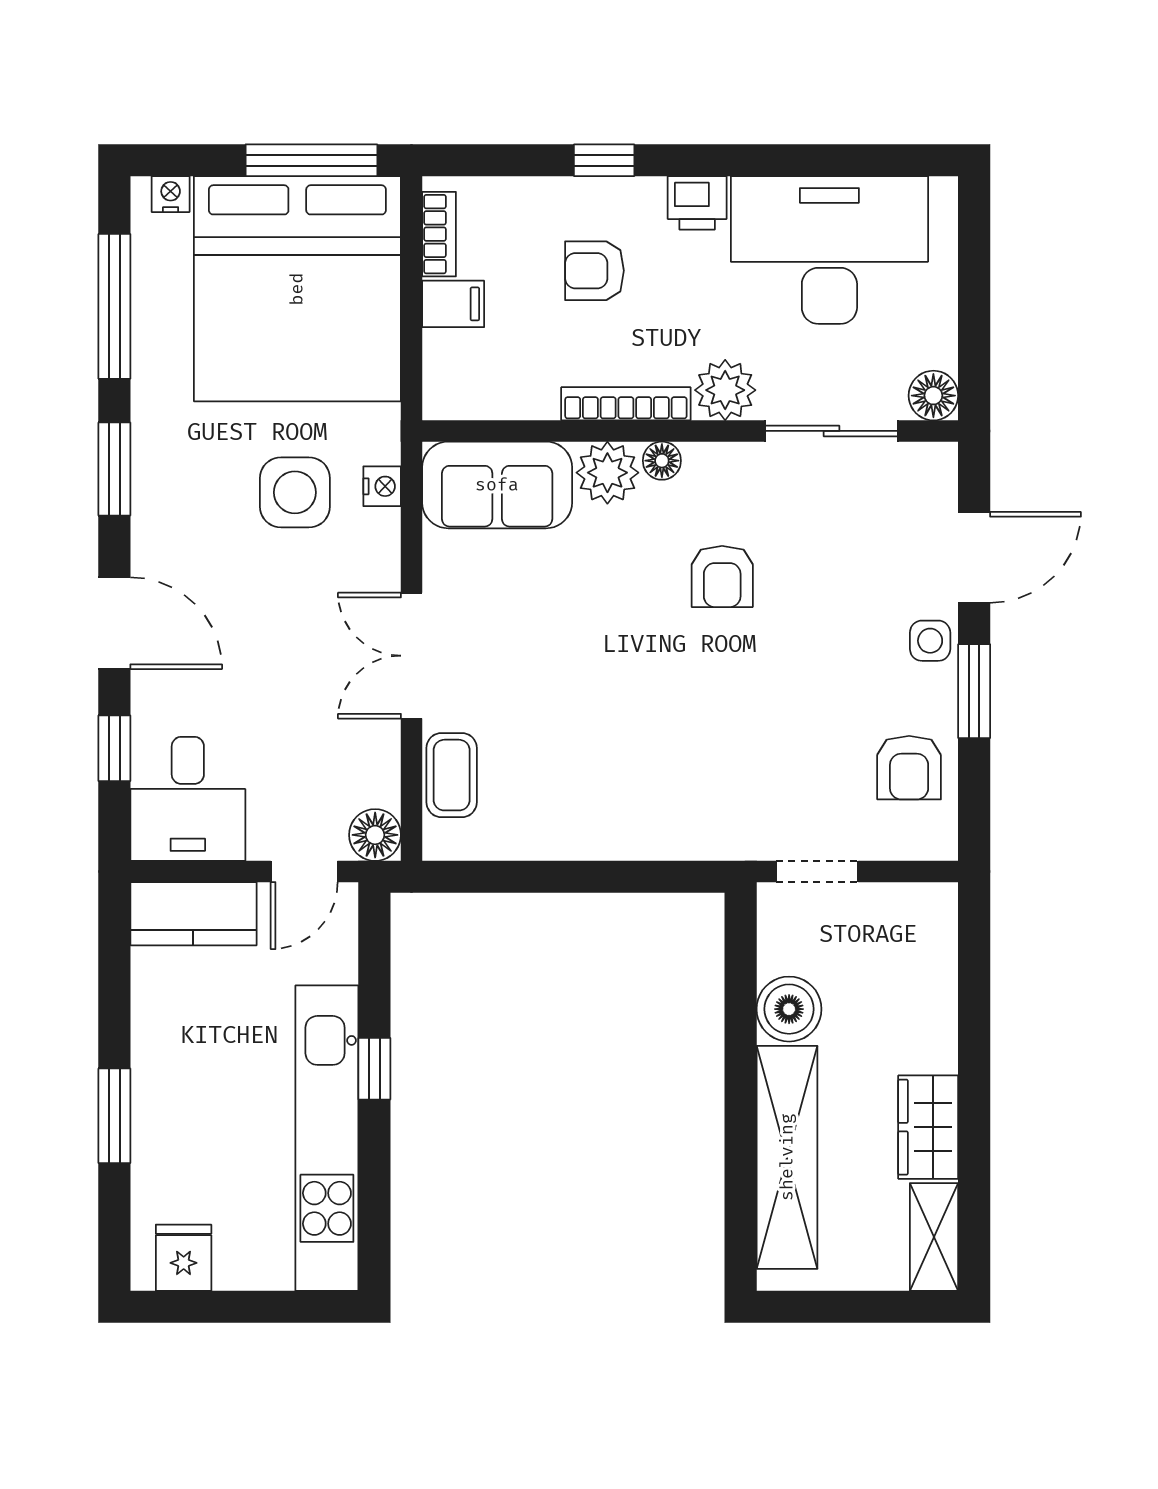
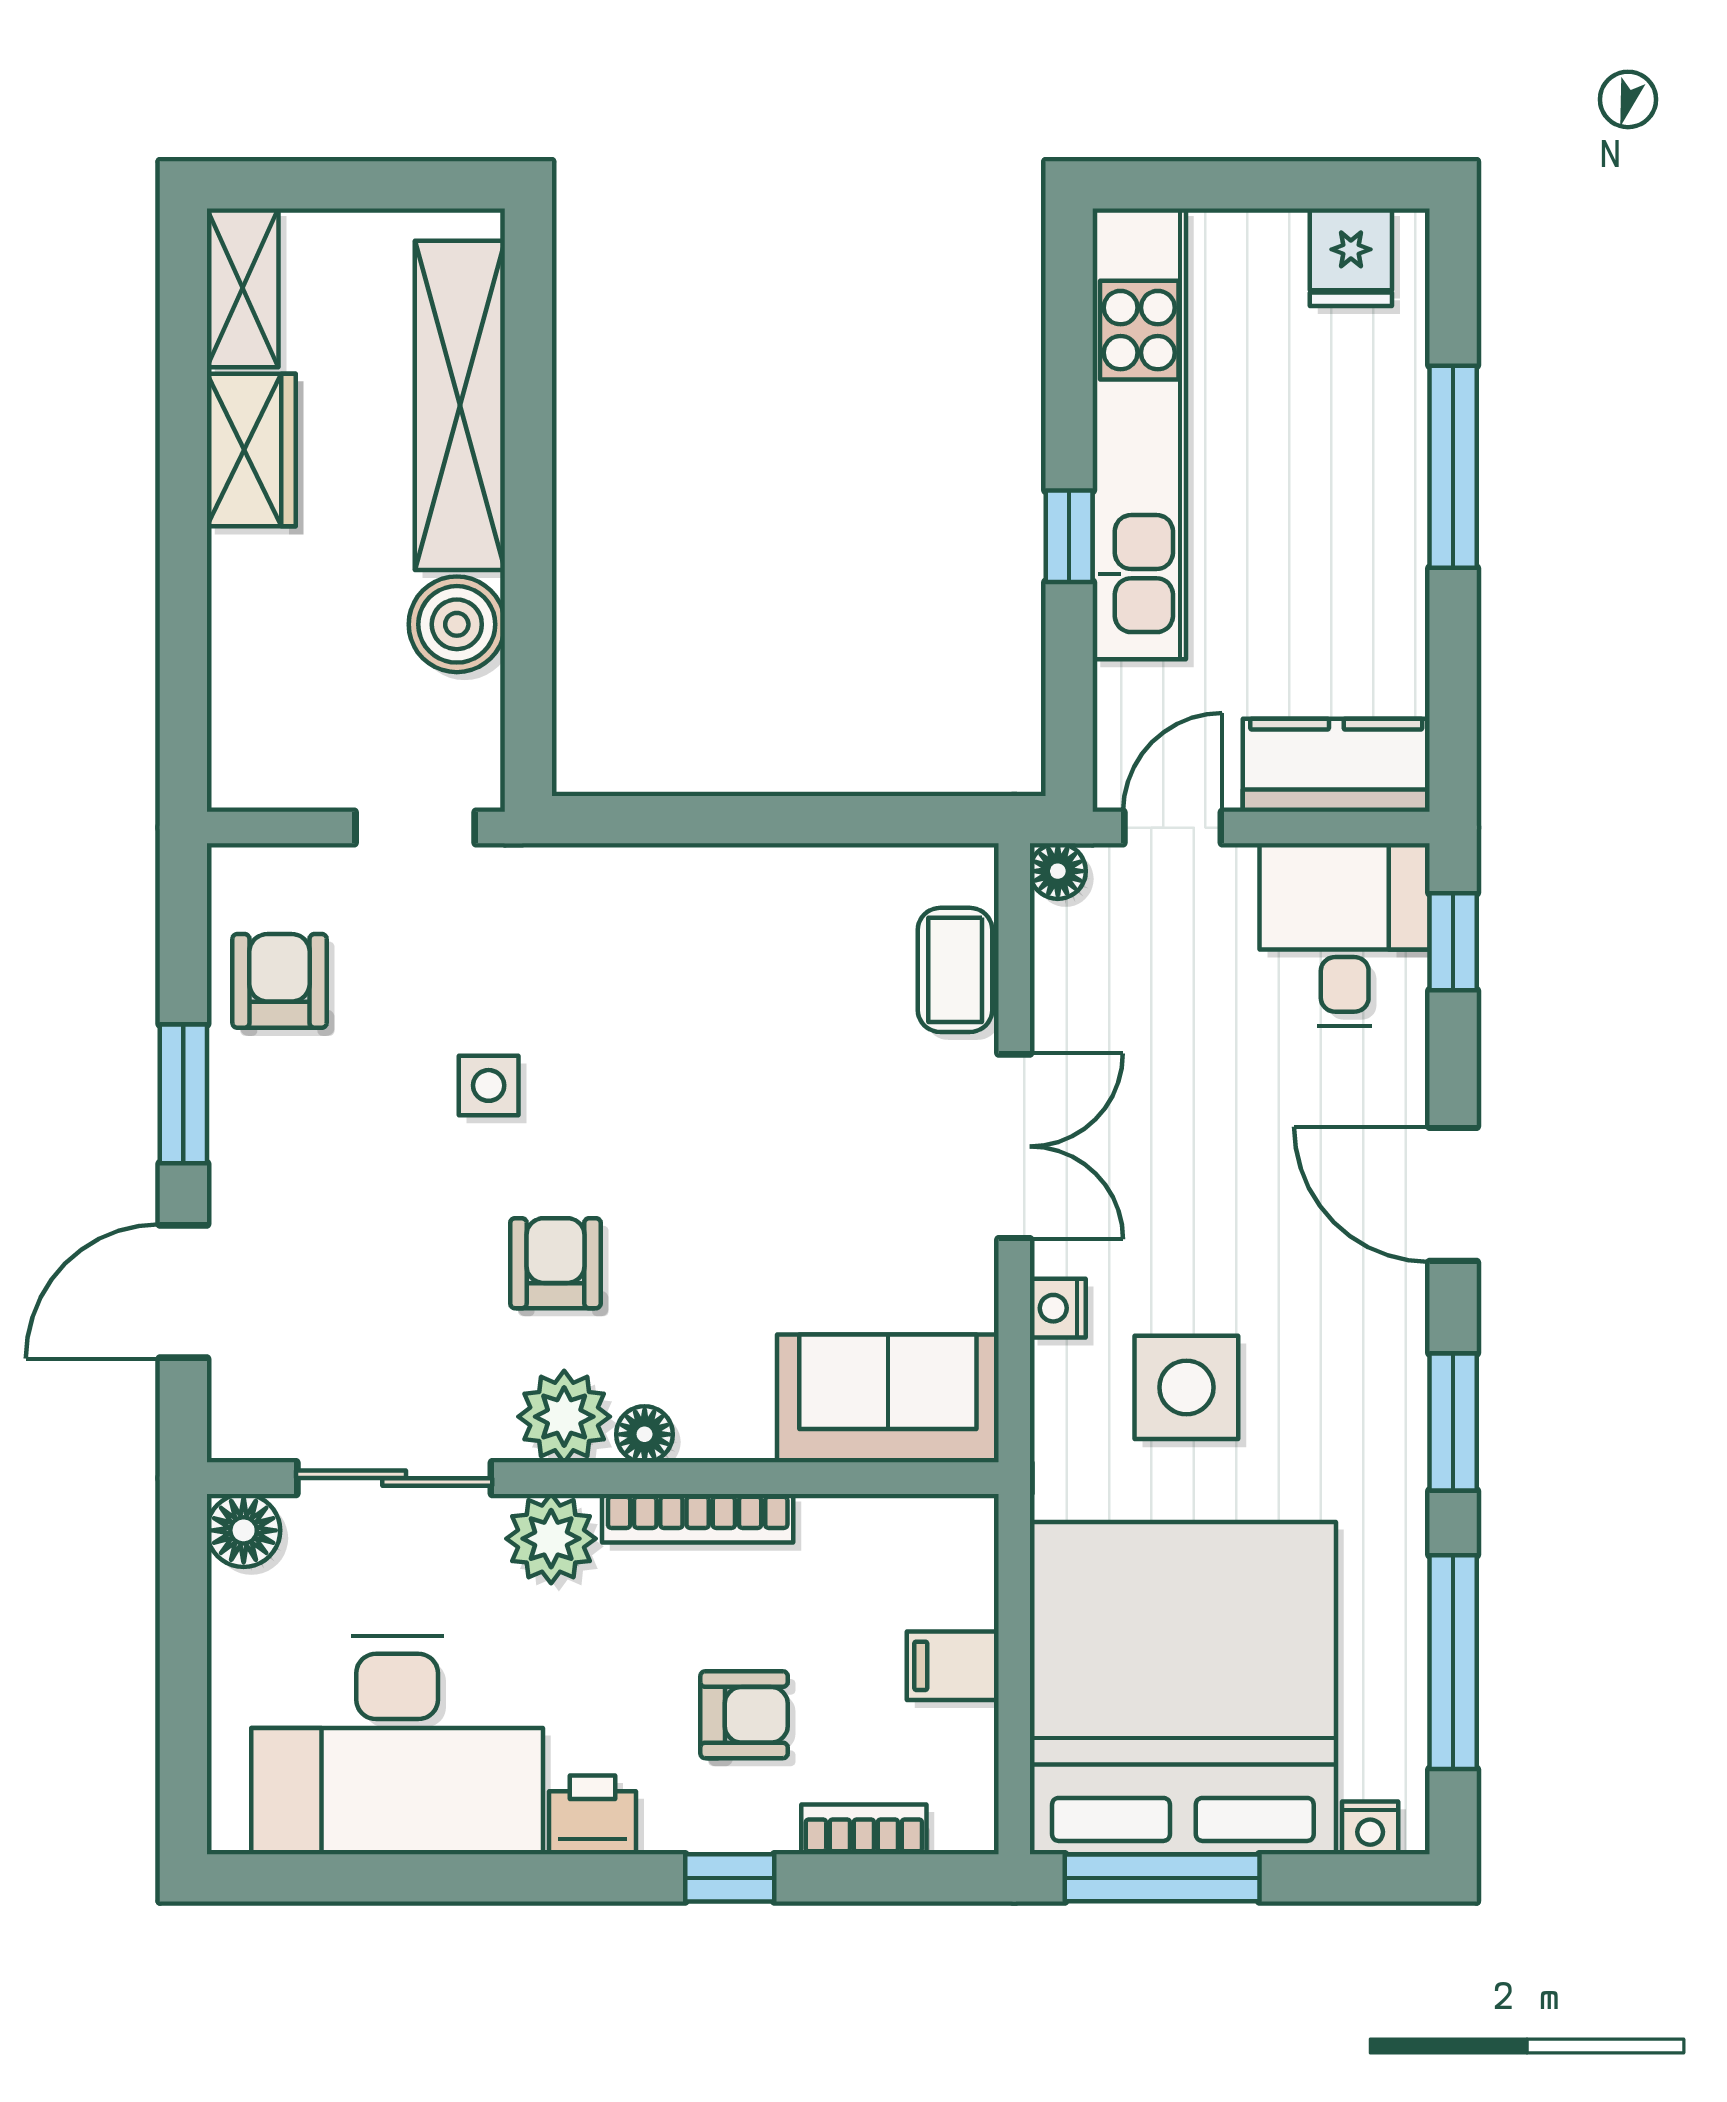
bookcase: (439, 234) -> (864, 1829), moved, turned 90
plant: (607, 473) -> (564, 1417), moved
nightstand: (382, 486) -> (1058, 1308), moved
side table: (930, 641) -> (489, 1085), moved
window: (114, 748) -> (1453, 942), moved
floor lamp: (375, 835) -> (1058, 871), width x0.73, depth x0.73
window: (114, 1116) -> (1453, 467), width x1.44

